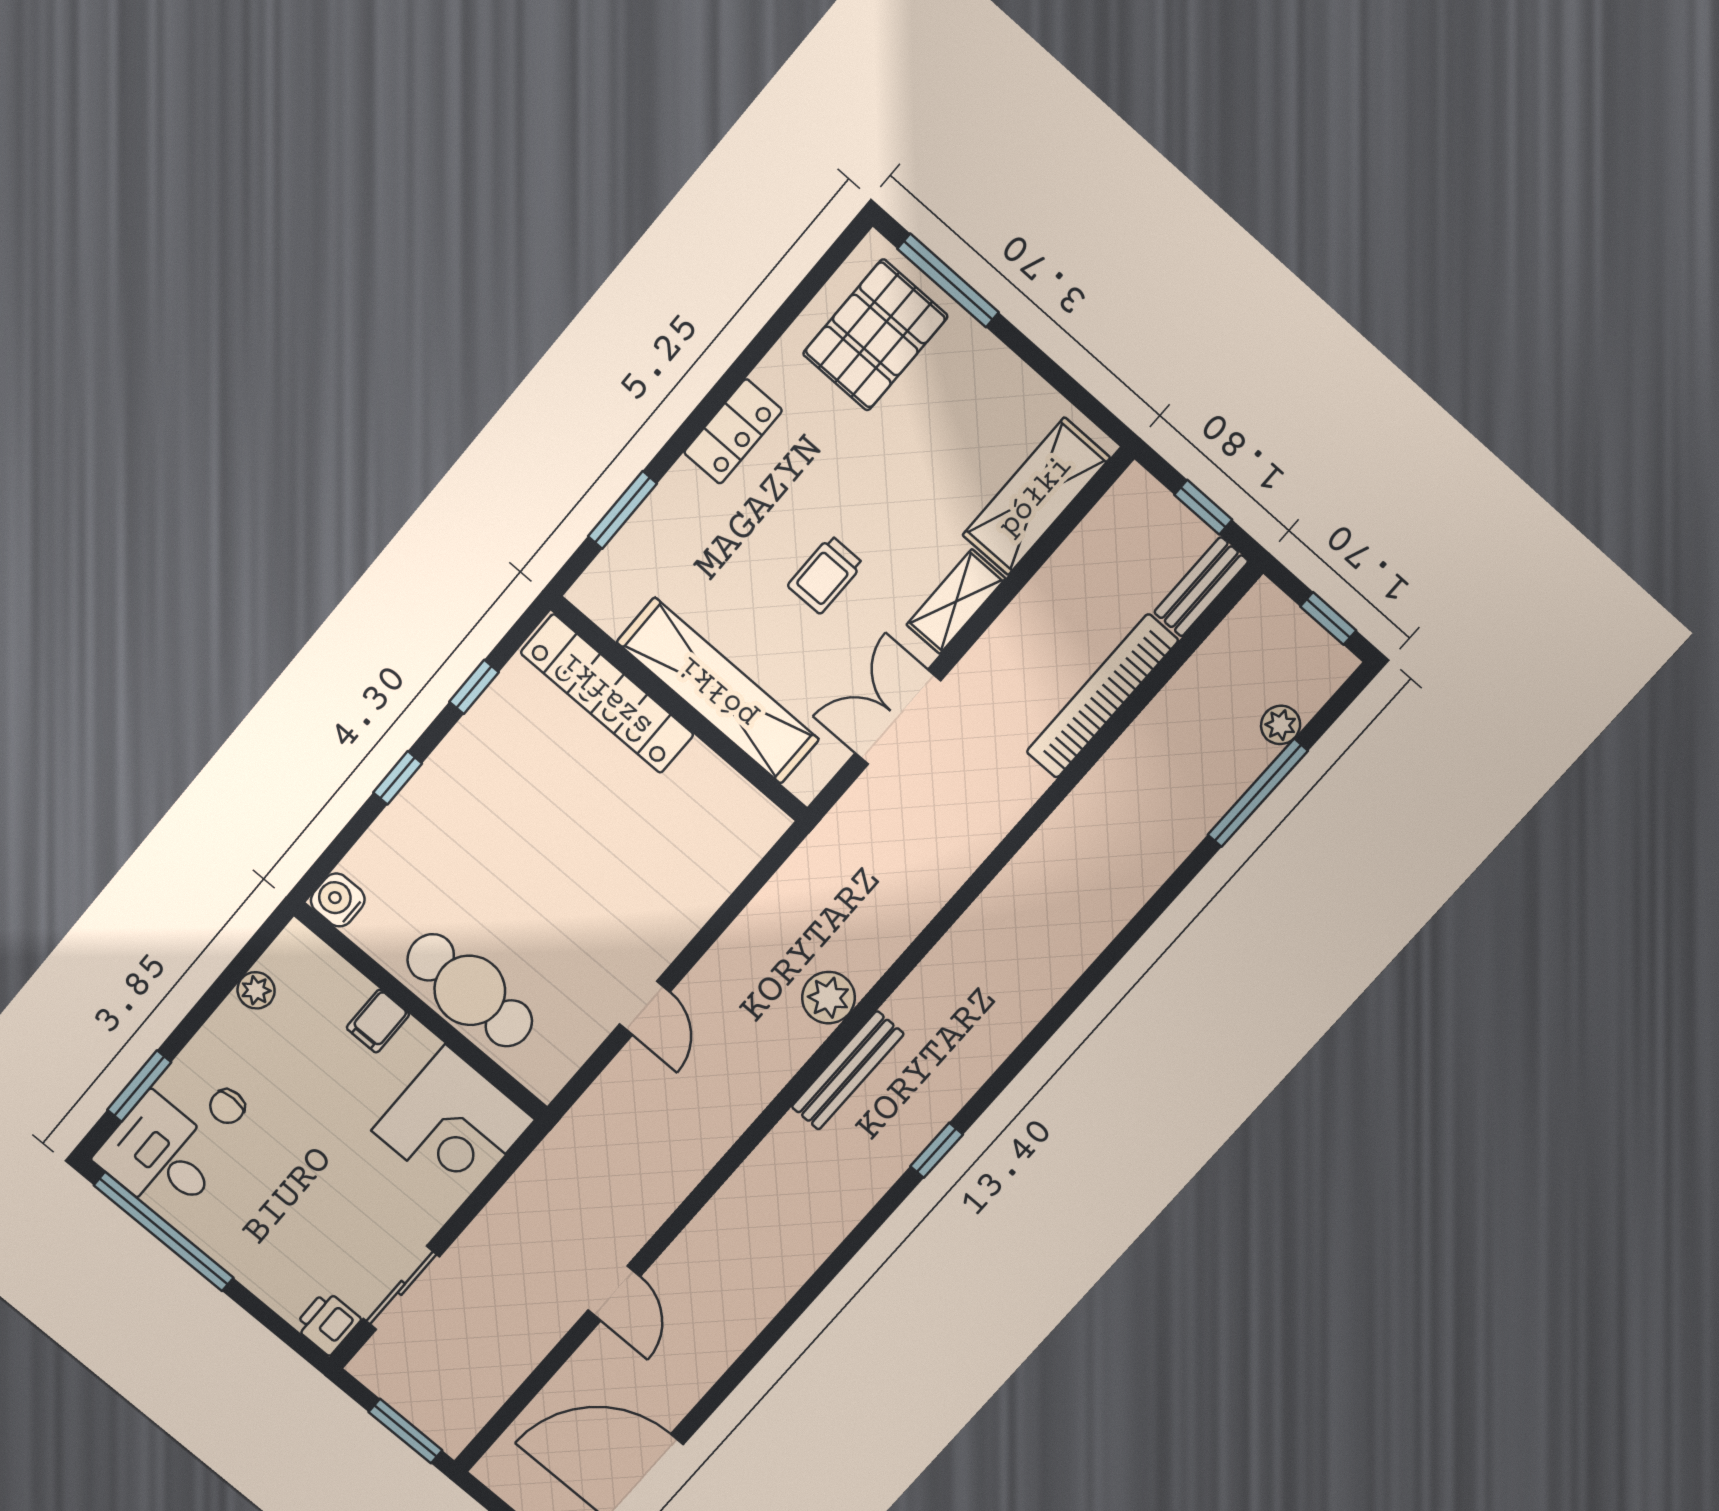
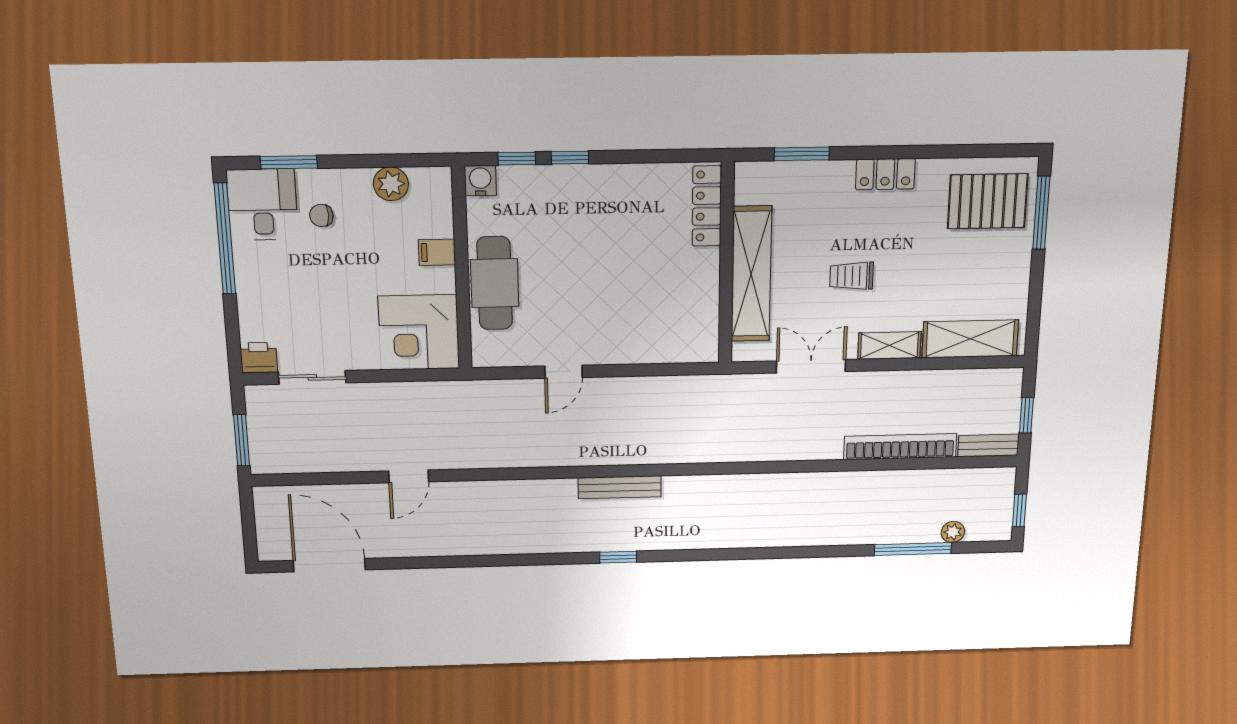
window: (474, 687) -> (517, 159), moved
locker: (607, 694) -> (707, 206), width x0.71, depth x0.83
plant: (256, 990) -> (391, 184), width x1.38, depth x1.38
plant: (828, 998) -> (647, 449), removed

